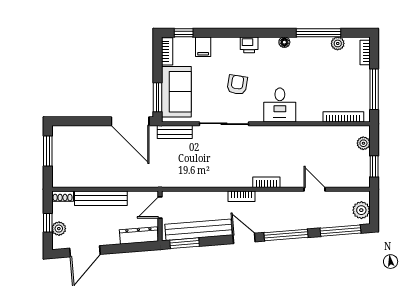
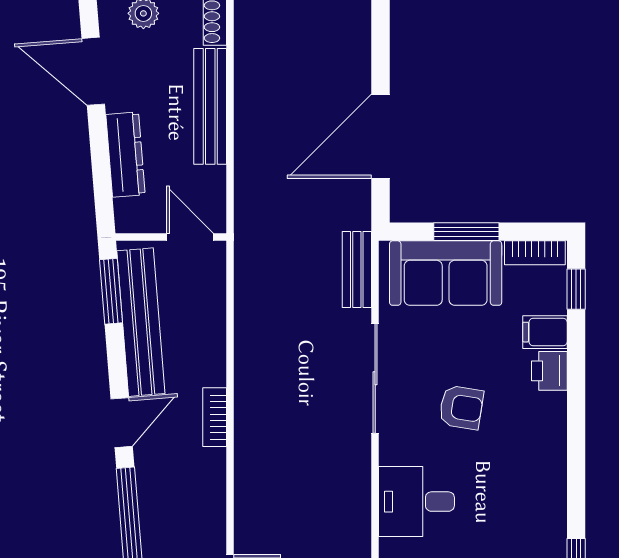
floor lamp: (284, 42) -> (555, 512), removed
printer: (249, 45) -> (549, 371), moved
window: (158, 97) -> (466, 232), moved
door: (130, 121) -> (380, 136), moved
bookcase: (266, 182) -> (246, 472), removed
dresser: (139, 235) -> (125, 155), moved

